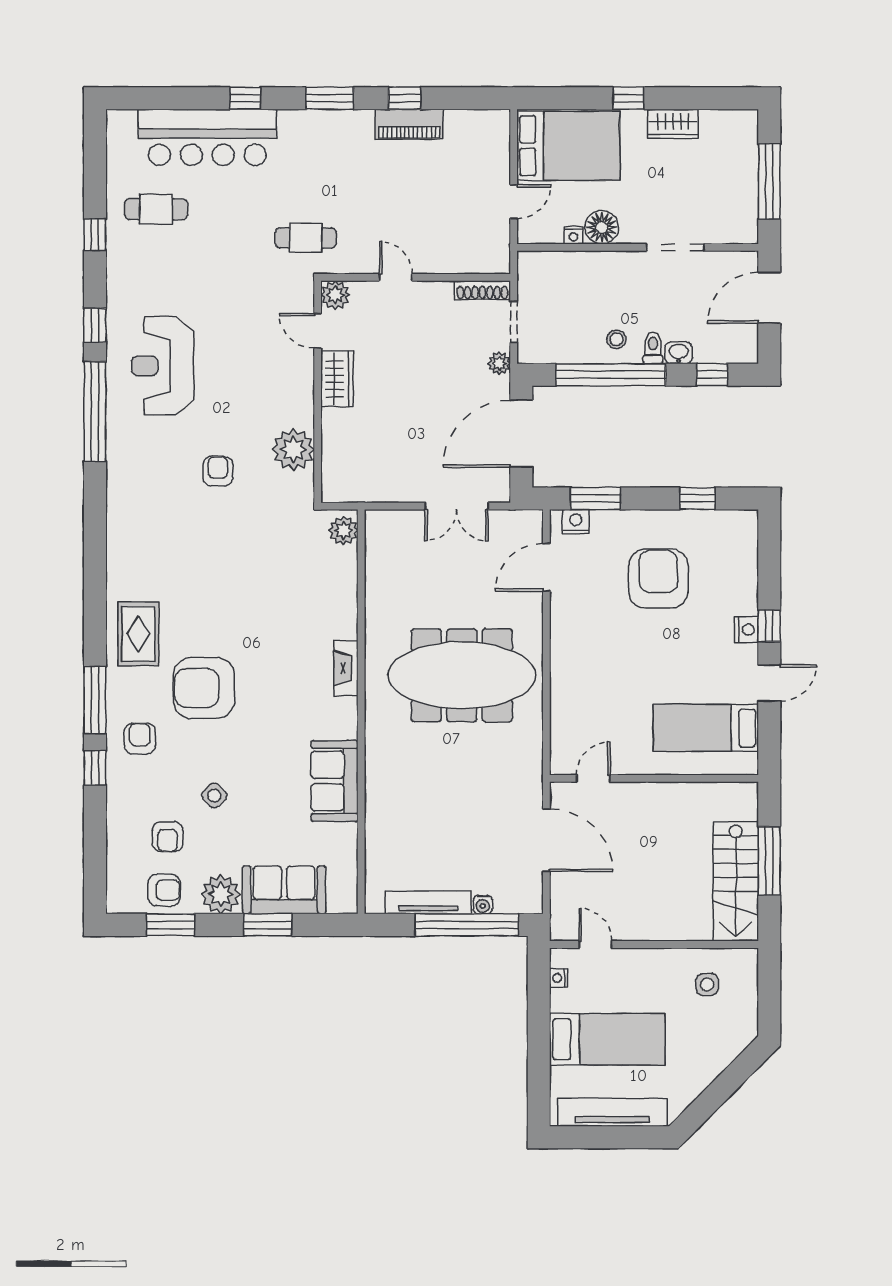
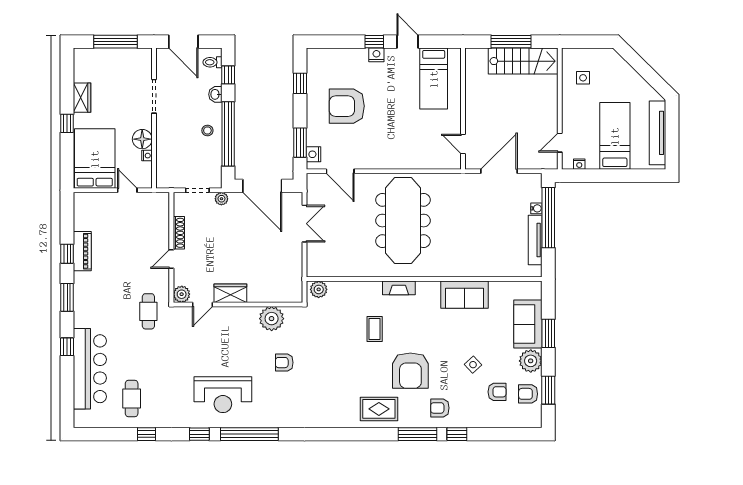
shoe rack: (482, 290) -> (179, 233), moved
toilet: (653, 348) -> (212, 62), moved
coffee table: (276, 626) -> (375, 329), added
armchair: (164, 890) -> (528, 394), turned -90

